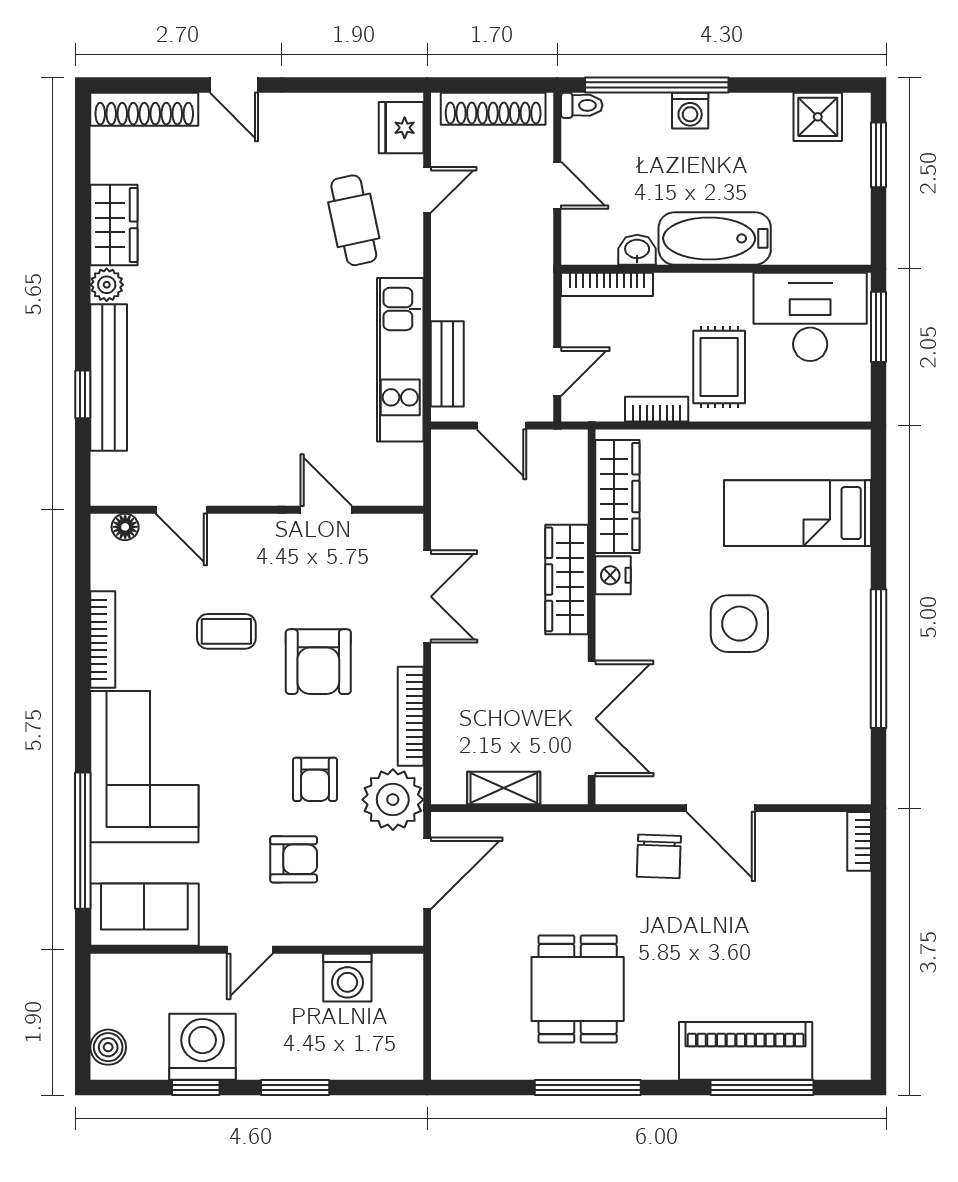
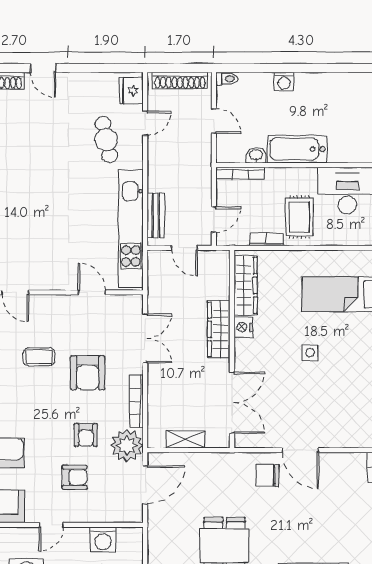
window: (657, 85) -> (266, 68), removed
shower: (818, 117) -> (352, 85), removed
kitchen unit: (400, 360) -> (131, 229), width x1.36
side table: (739, 624) -> (310, 353), width x0.54, depth x0.54
chair: (659, 856) -> (267, 476), turned 88

